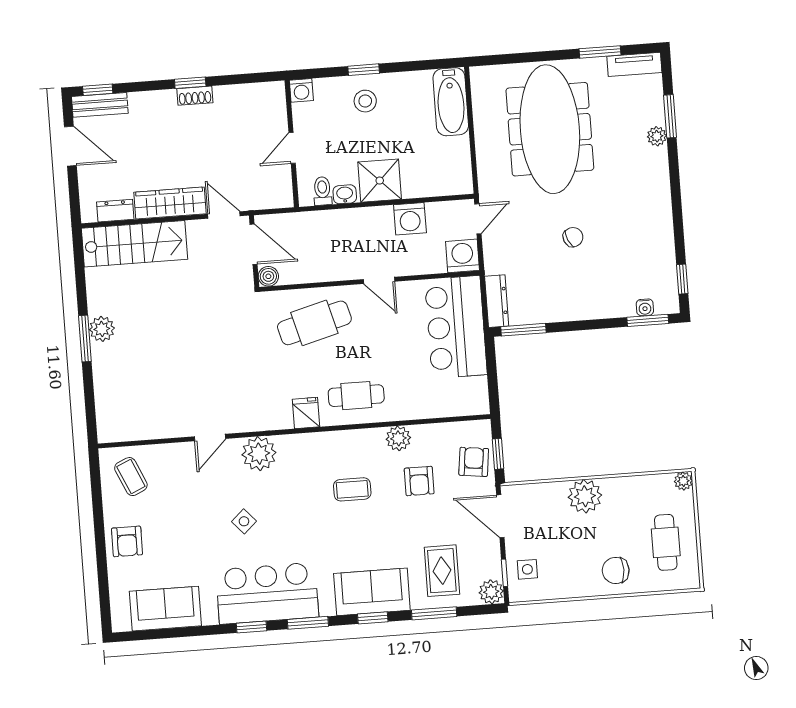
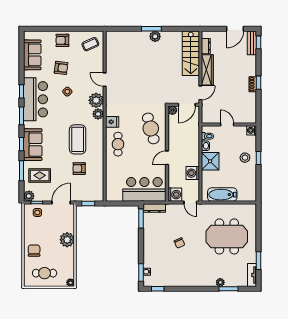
bathtub: (451, 102) -> (222, 195), moved
meeting table: (550, 129) -> (227, 236), width x0.73
plant: (398, 438) -> (98, 114), moved
armchair: (474, 462) -> (61, 68), moved
coffee table: (352, 489) -> (78, 139), width x1.86, depth x1.72

